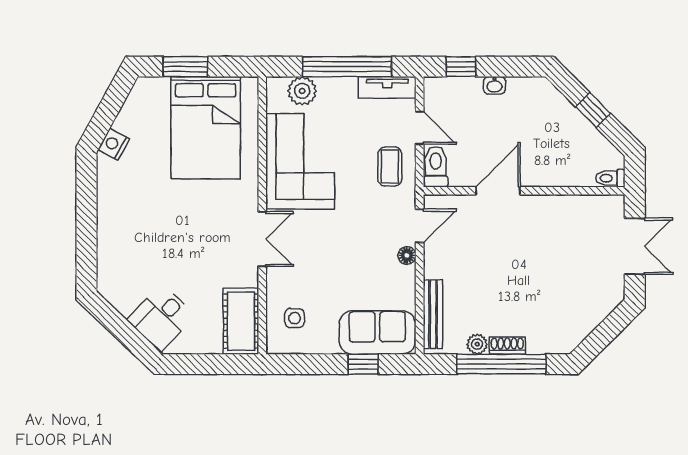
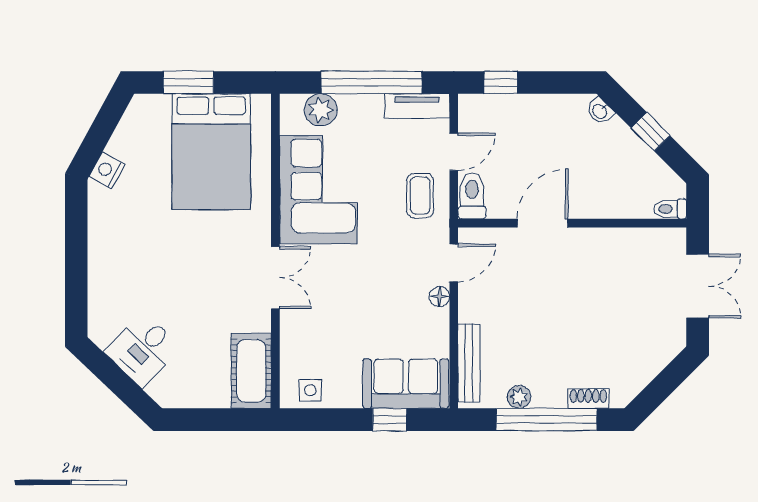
washbasin: (494, 85) -> (600, 111), moved, turned 45
door: (420, 128) -> (454, 152), hinge flipped
desk: (161, 318) -> (143, 350), moved
side table: (295, 318) -> (310, 390), moved
shoe rack: (507, 346) -> (588, 399), moved

